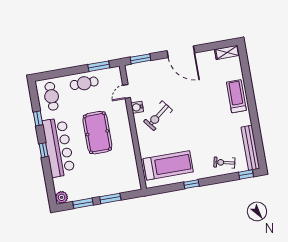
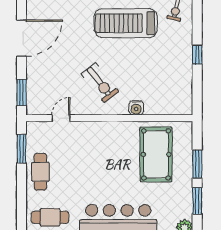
door: (127, 91) -> (61, 118), swing flipped
water cooler: (137, 107) -> (136, 108), moved
pool table: (97, 133) -> (156, 154), moved, turned 90
treadmill: (168, 165) -> (126, 23), moved, turned -90

